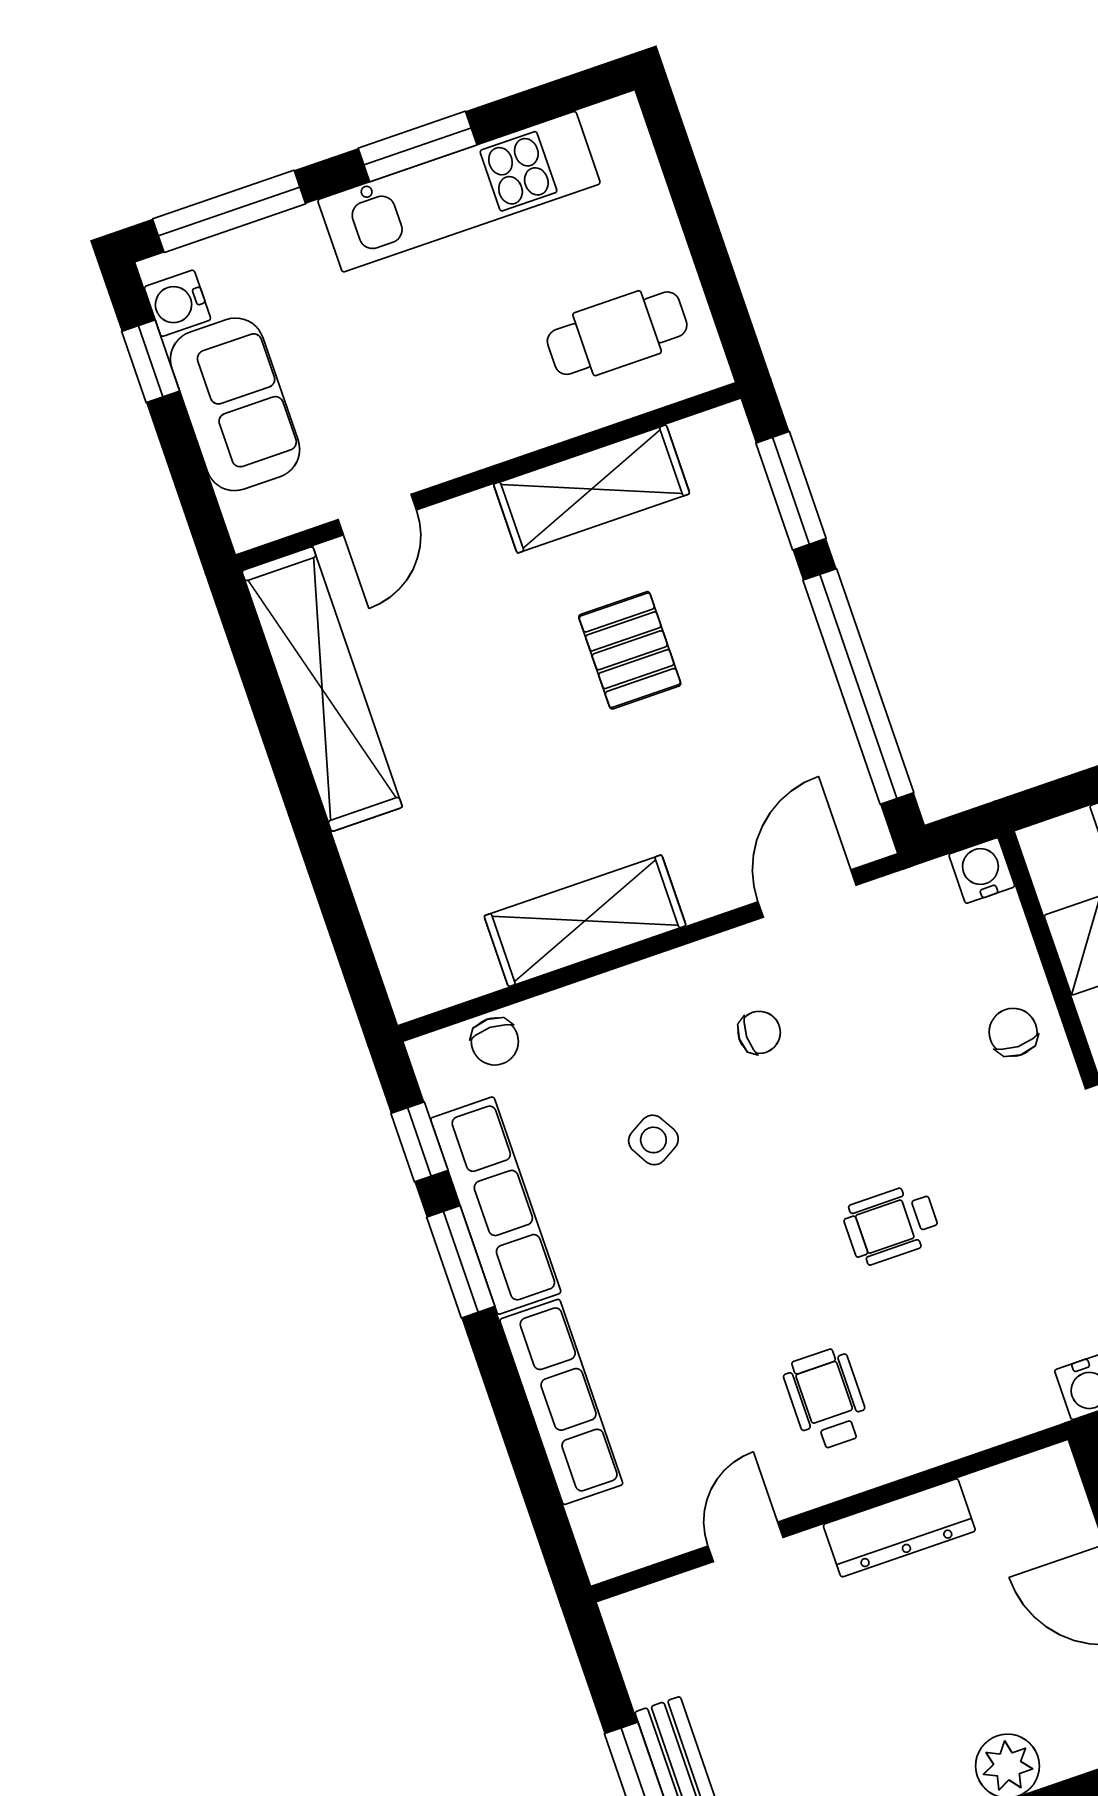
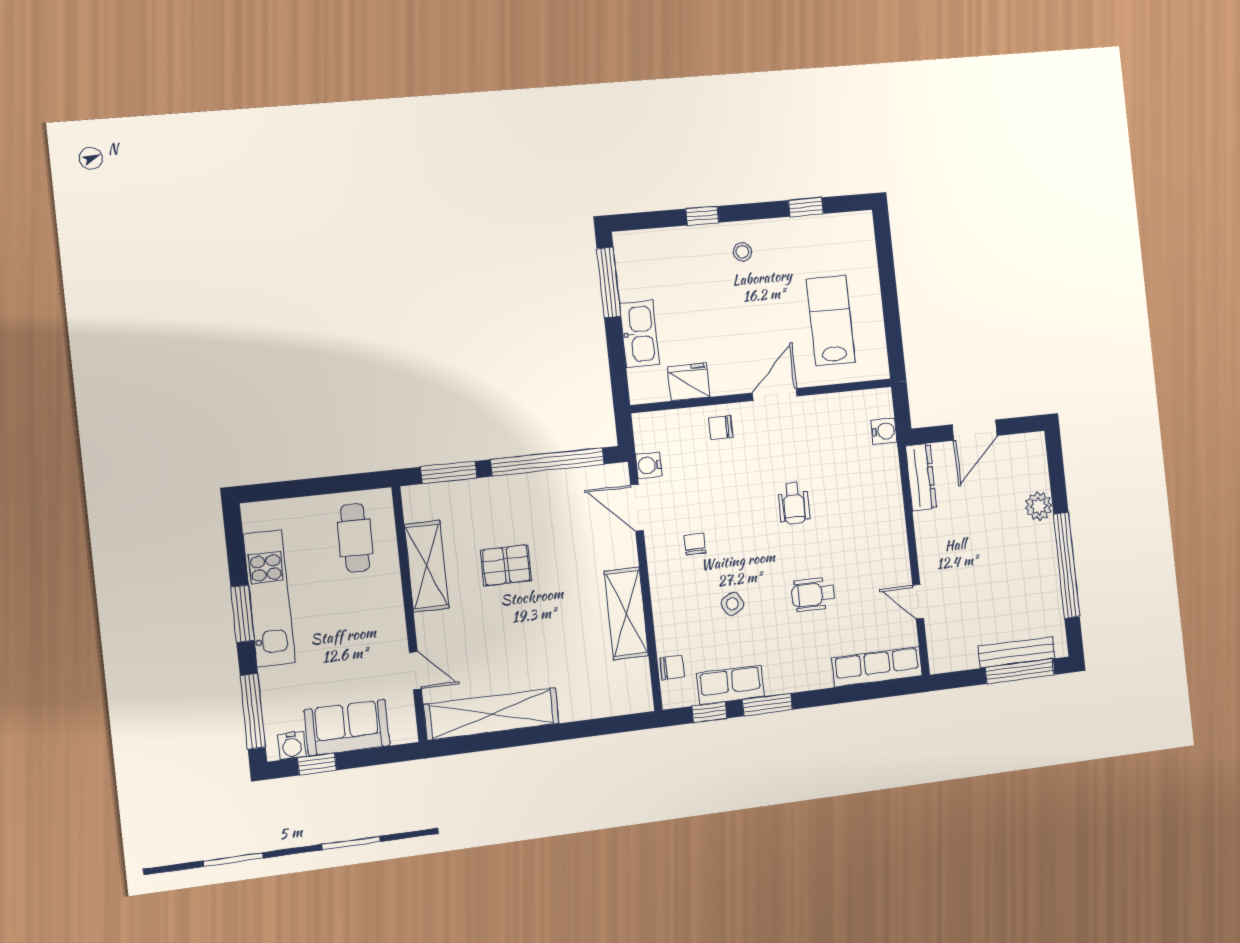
water cooler: (982, 871) -> (649, 465), moved
row of seats: (496, 1206) -> (730, 685), width x0.68
wheelchair: (827, 1399) -> (813, 594), moved
row of seats: (561, 1402) -> (877, 667), moved
dresser: (899, 1528) -> (921, 477), moved

